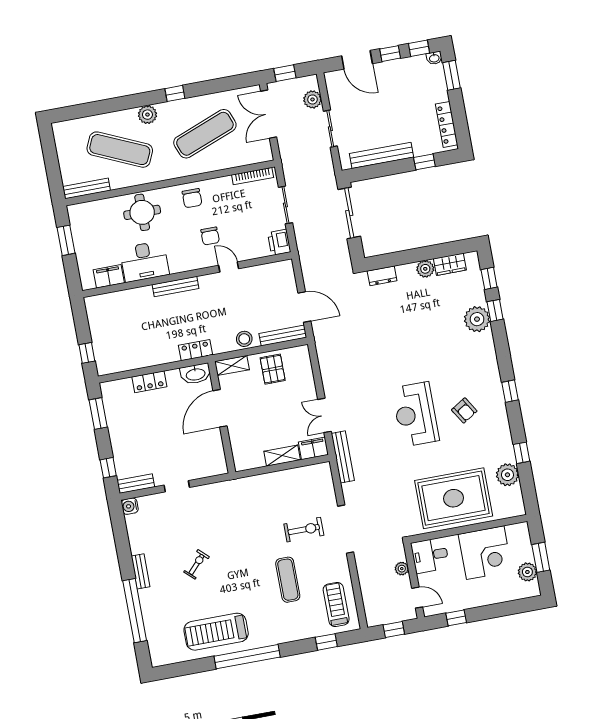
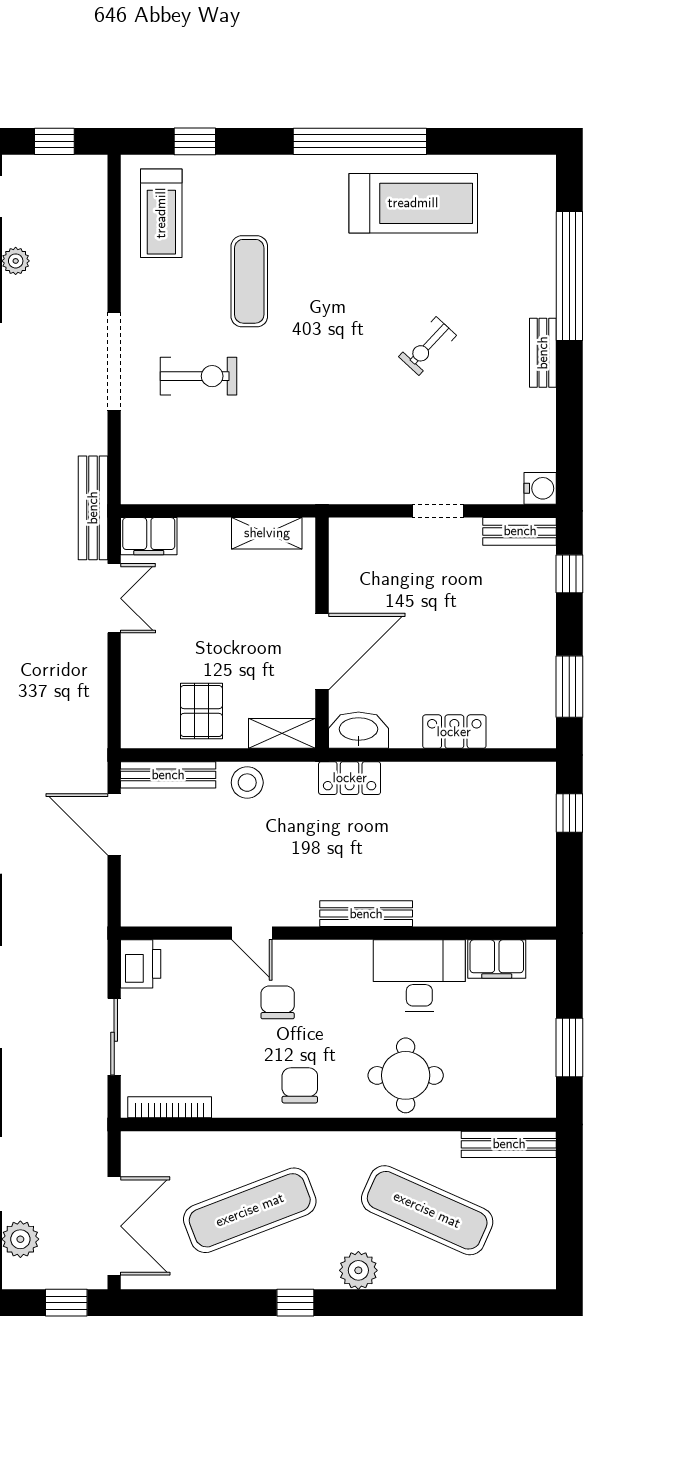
shelving: (282, 456) -> (267, 533), moved
exercise bike: (304, 530) -> (198, 376), turned 180

